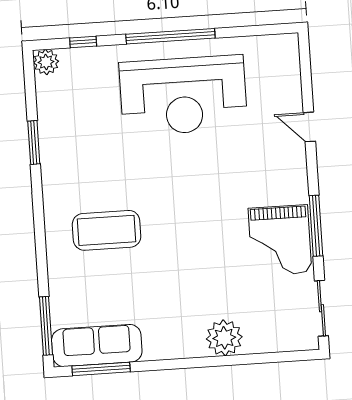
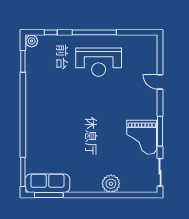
reception desk: (183, 95) -> (99, 62), width x0.74, depth x0.77
window: (34, 143) -> (23, 61), moved
coffee table: (107, 230) -> (56, 127), removed

